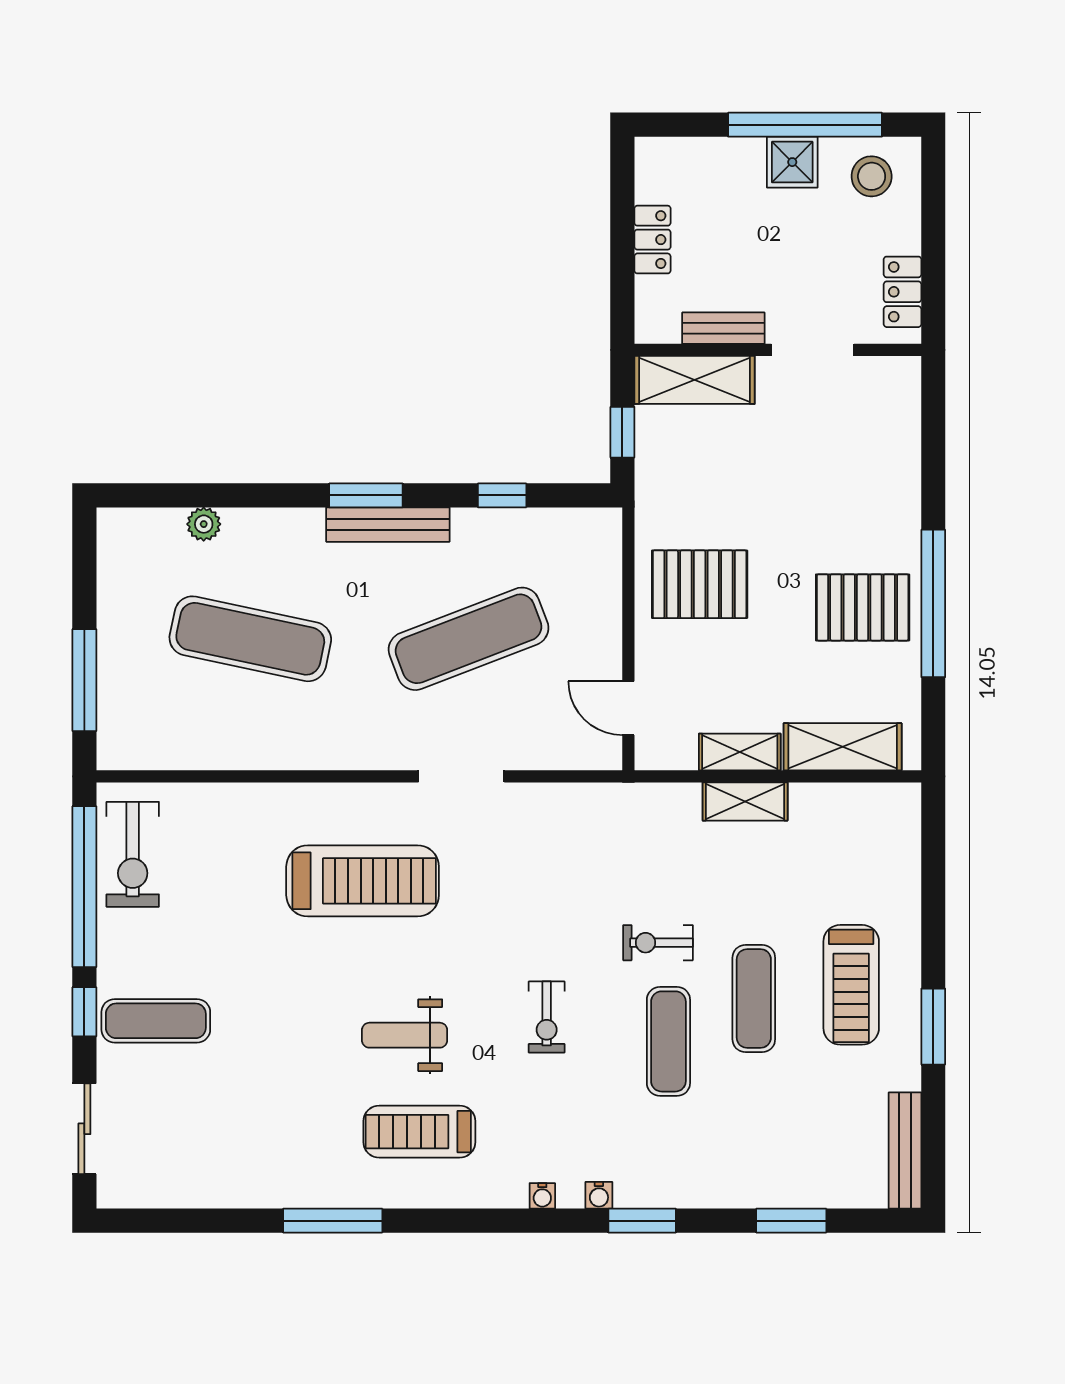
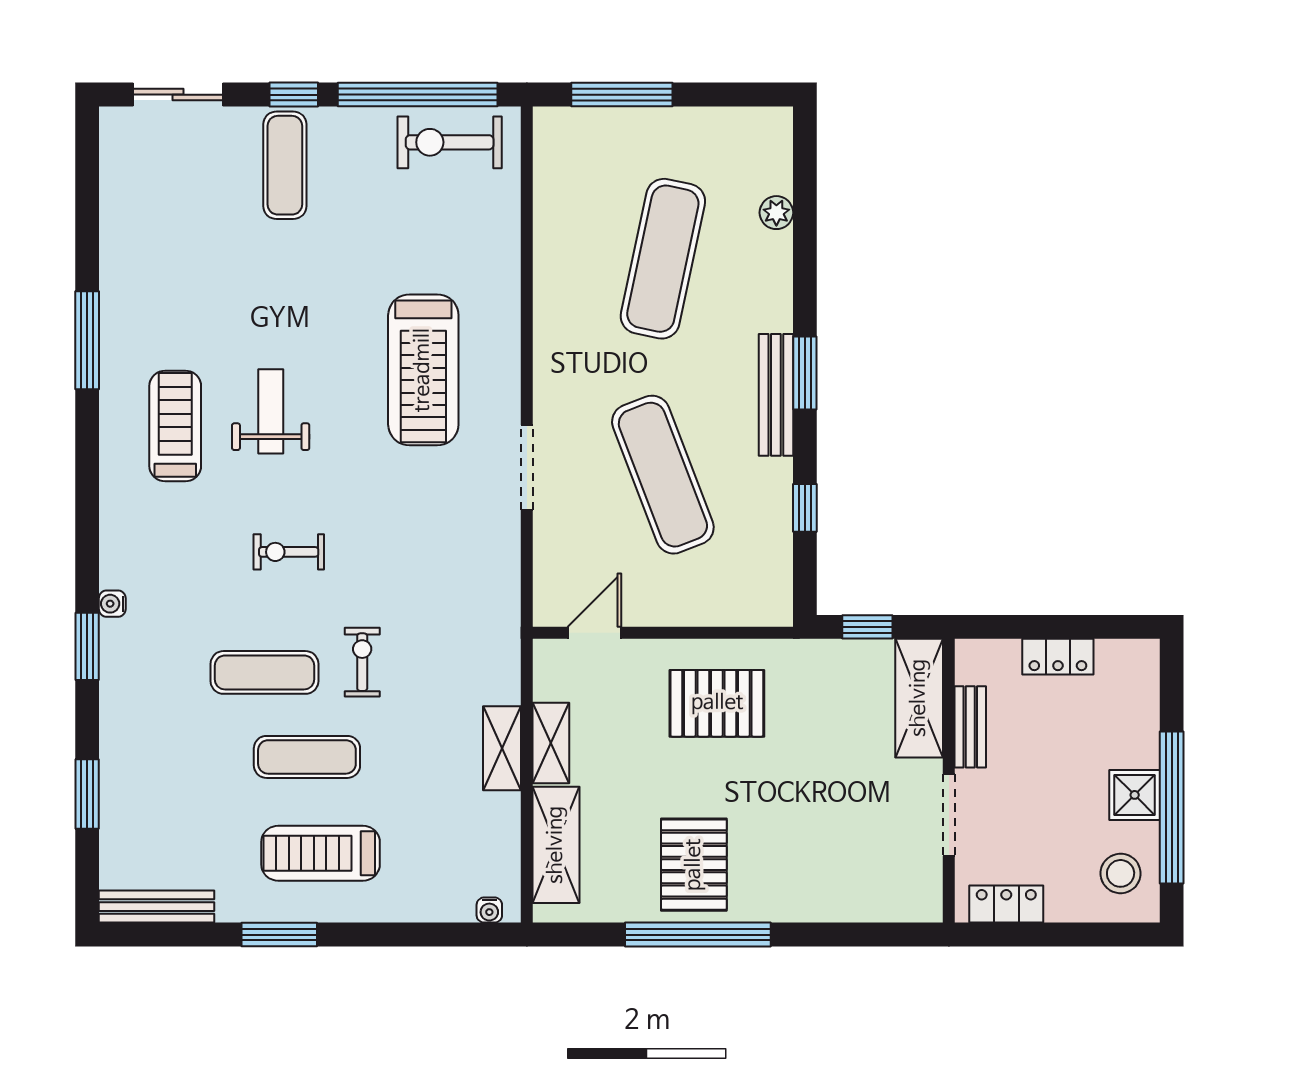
pallet: (700, 584) -> (717, 703), turned 90
water cooler: (542, 1196) -> (489, 910), moved, turned -90

